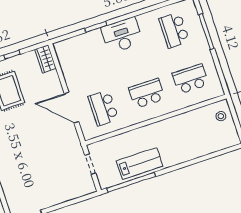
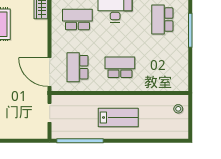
school desk: (190, 79) -> (77, 20), moved
door: (71, 108) -> (50, 72), moved
lab bench: (140, 163) -> (118, 117), moved

